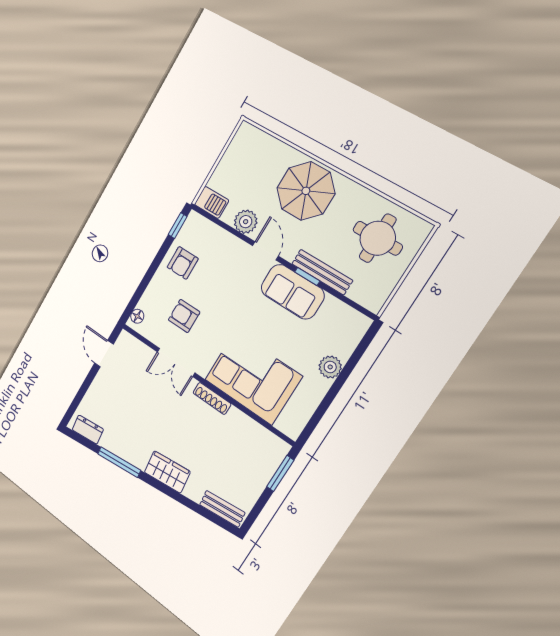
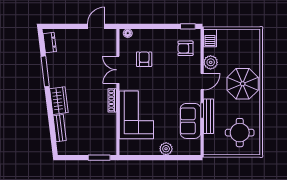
armchair: (183, 263) -> (185, 48), moved
sofa: (292, 292) -> (191, 121), moved
bench: (222, 509) -> (60, 128), moved

